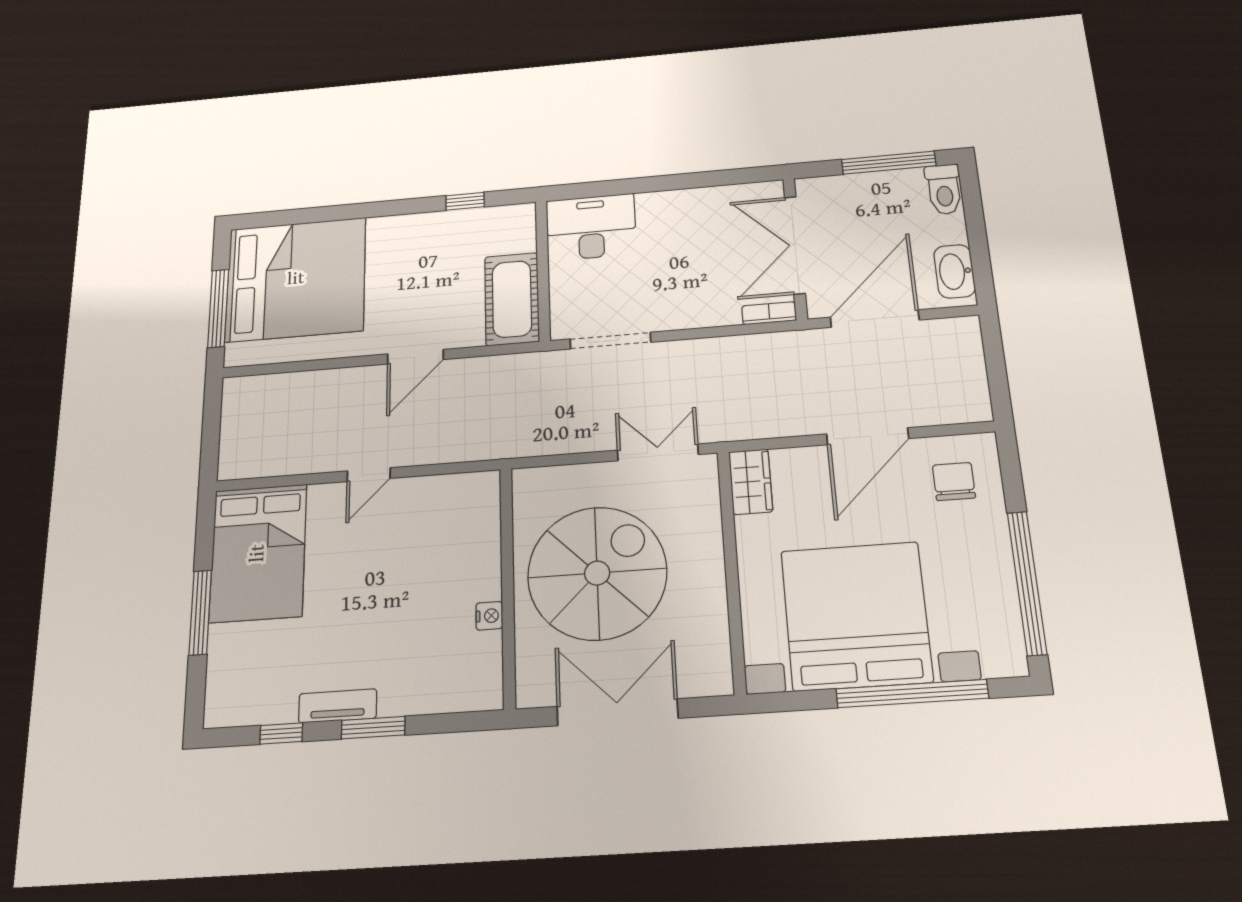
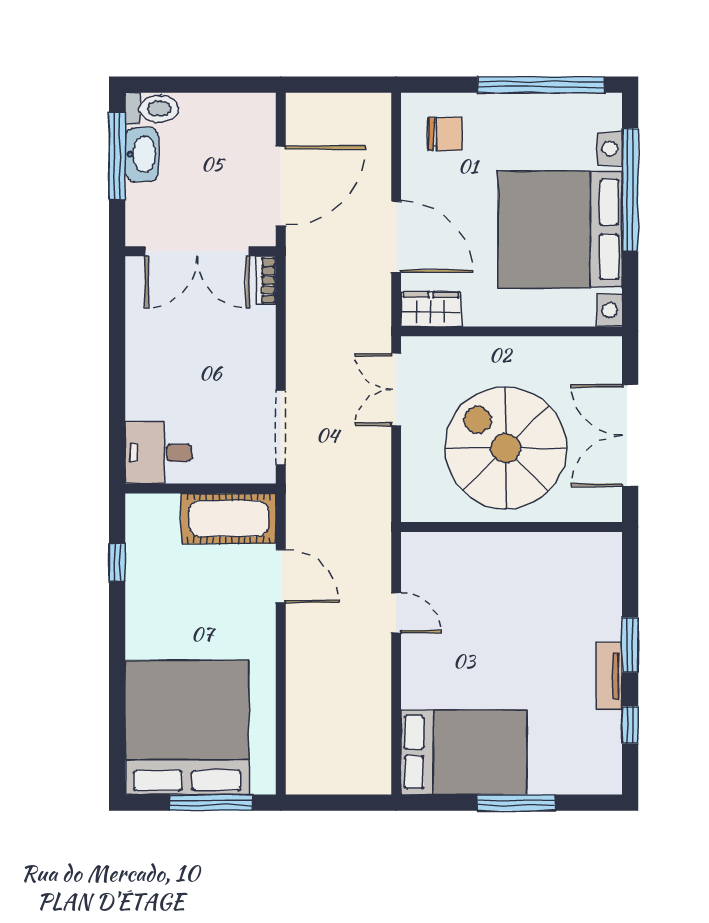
desk: (591, 227) -> (159, 453), width x0.73
washbasin: (955, 271) -> (142, 154), moved, turned -90
door: (875, 319) -> (281, 186), swing flipped
door: (415, 357) -> (281, 576), moved
door: (868, 436) -> (396, 237), moved
door: (369, 475) -> (396, 613), moved
chair: (954, 481) -> (445, 134), turned 180
nightstand: (489, 616) -> (538, 543), removed

